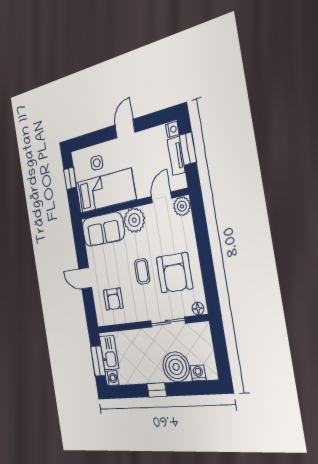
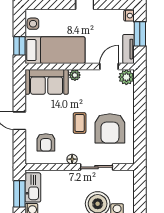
tv unit: (176, 156) -> (129, 49), moved
side table: (97, 163) -> (33, 24), moved
window: (70, 178) -> (19, 46), moved
plant: (134, 220) -> (75, 75), width x0.53, depth x0.53
floor lamp: (198, 308) -> (72, 159), moved

